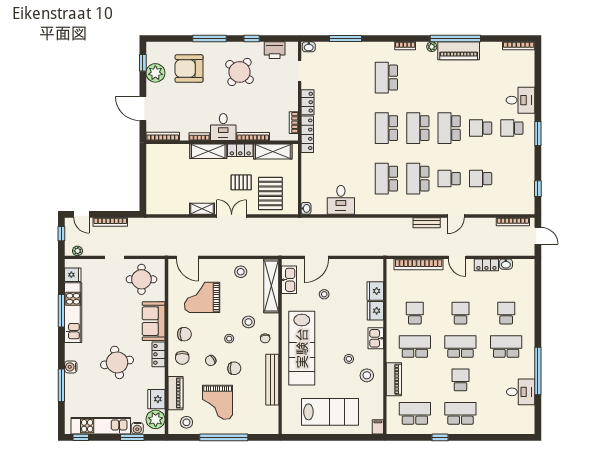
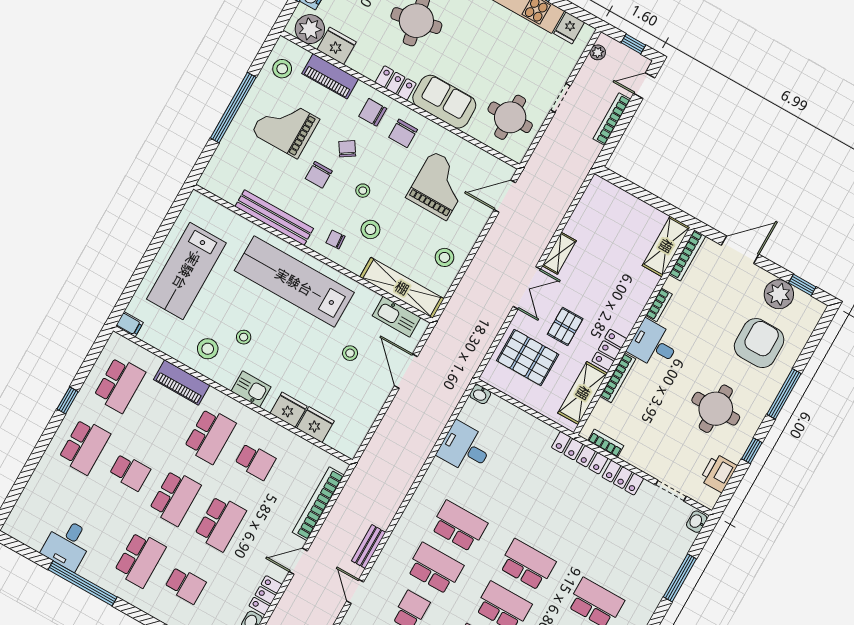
round table: (239, 72) -> (716, 409), turned -38
shelving: (208, 151) -> (666, 246), moved
school desk: (460, 313) -> (220, 523), width x1.85

